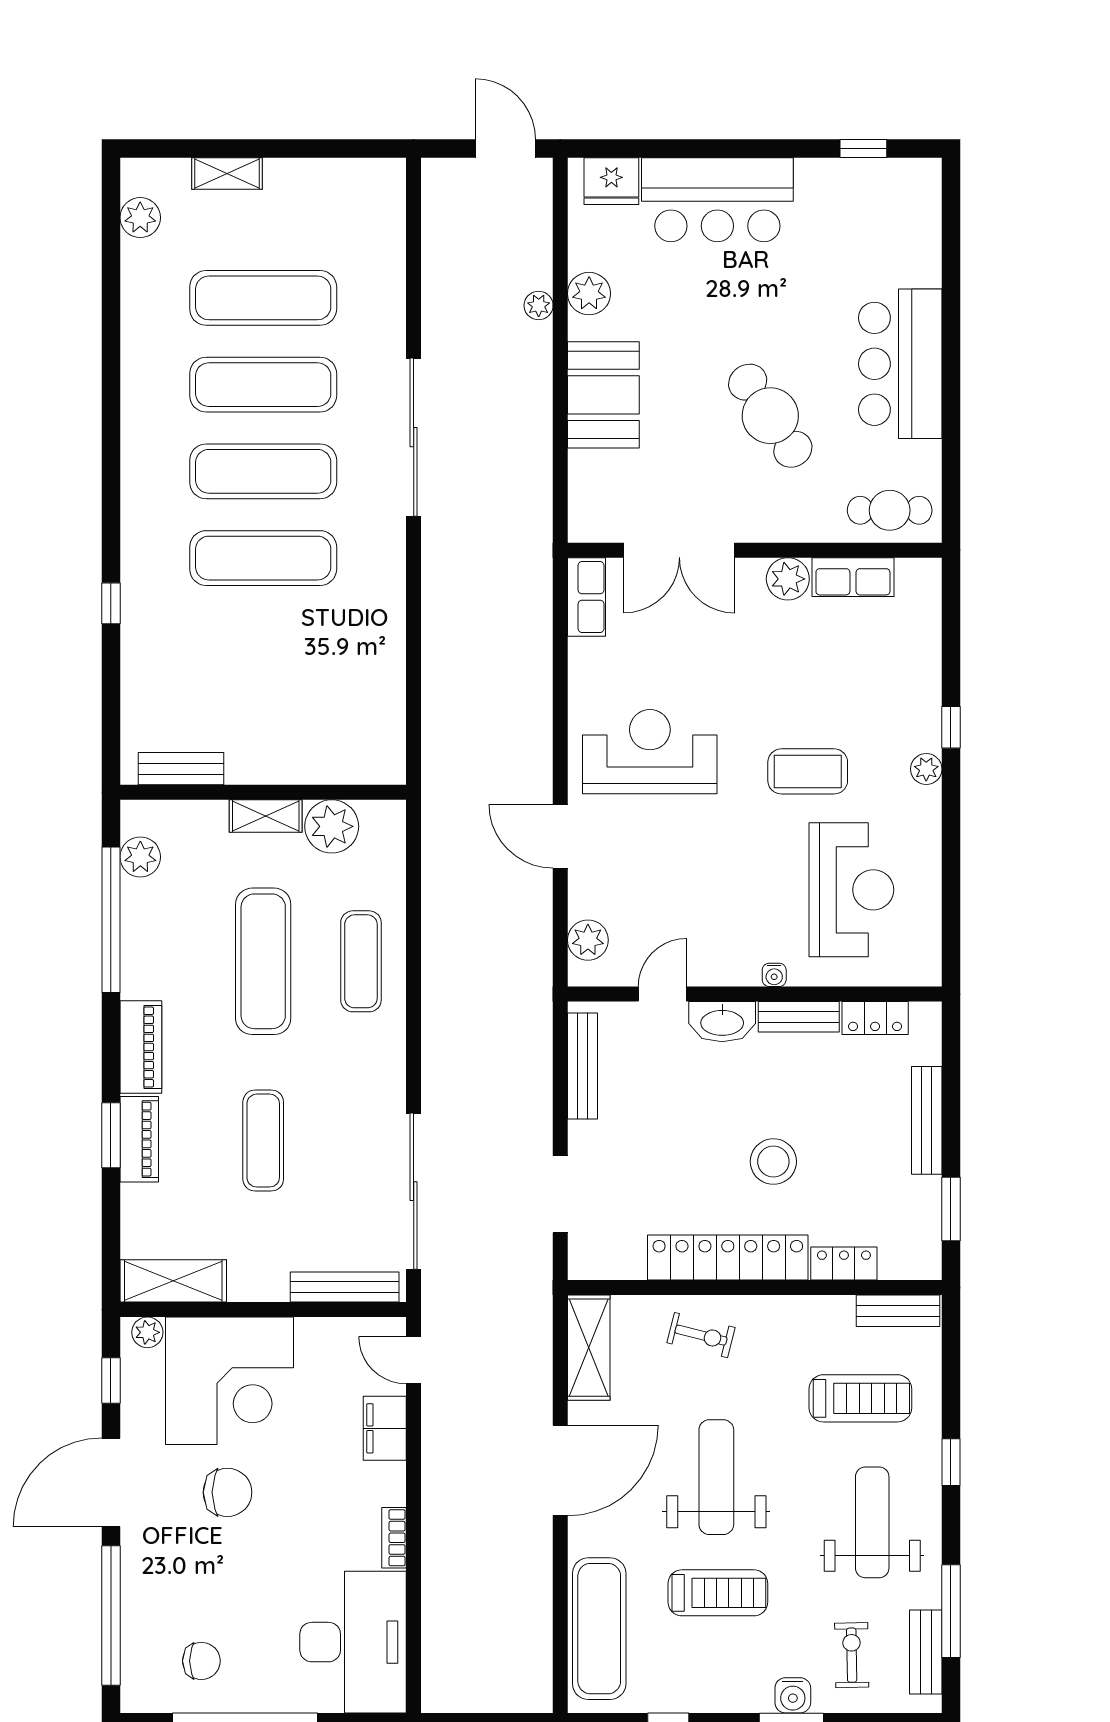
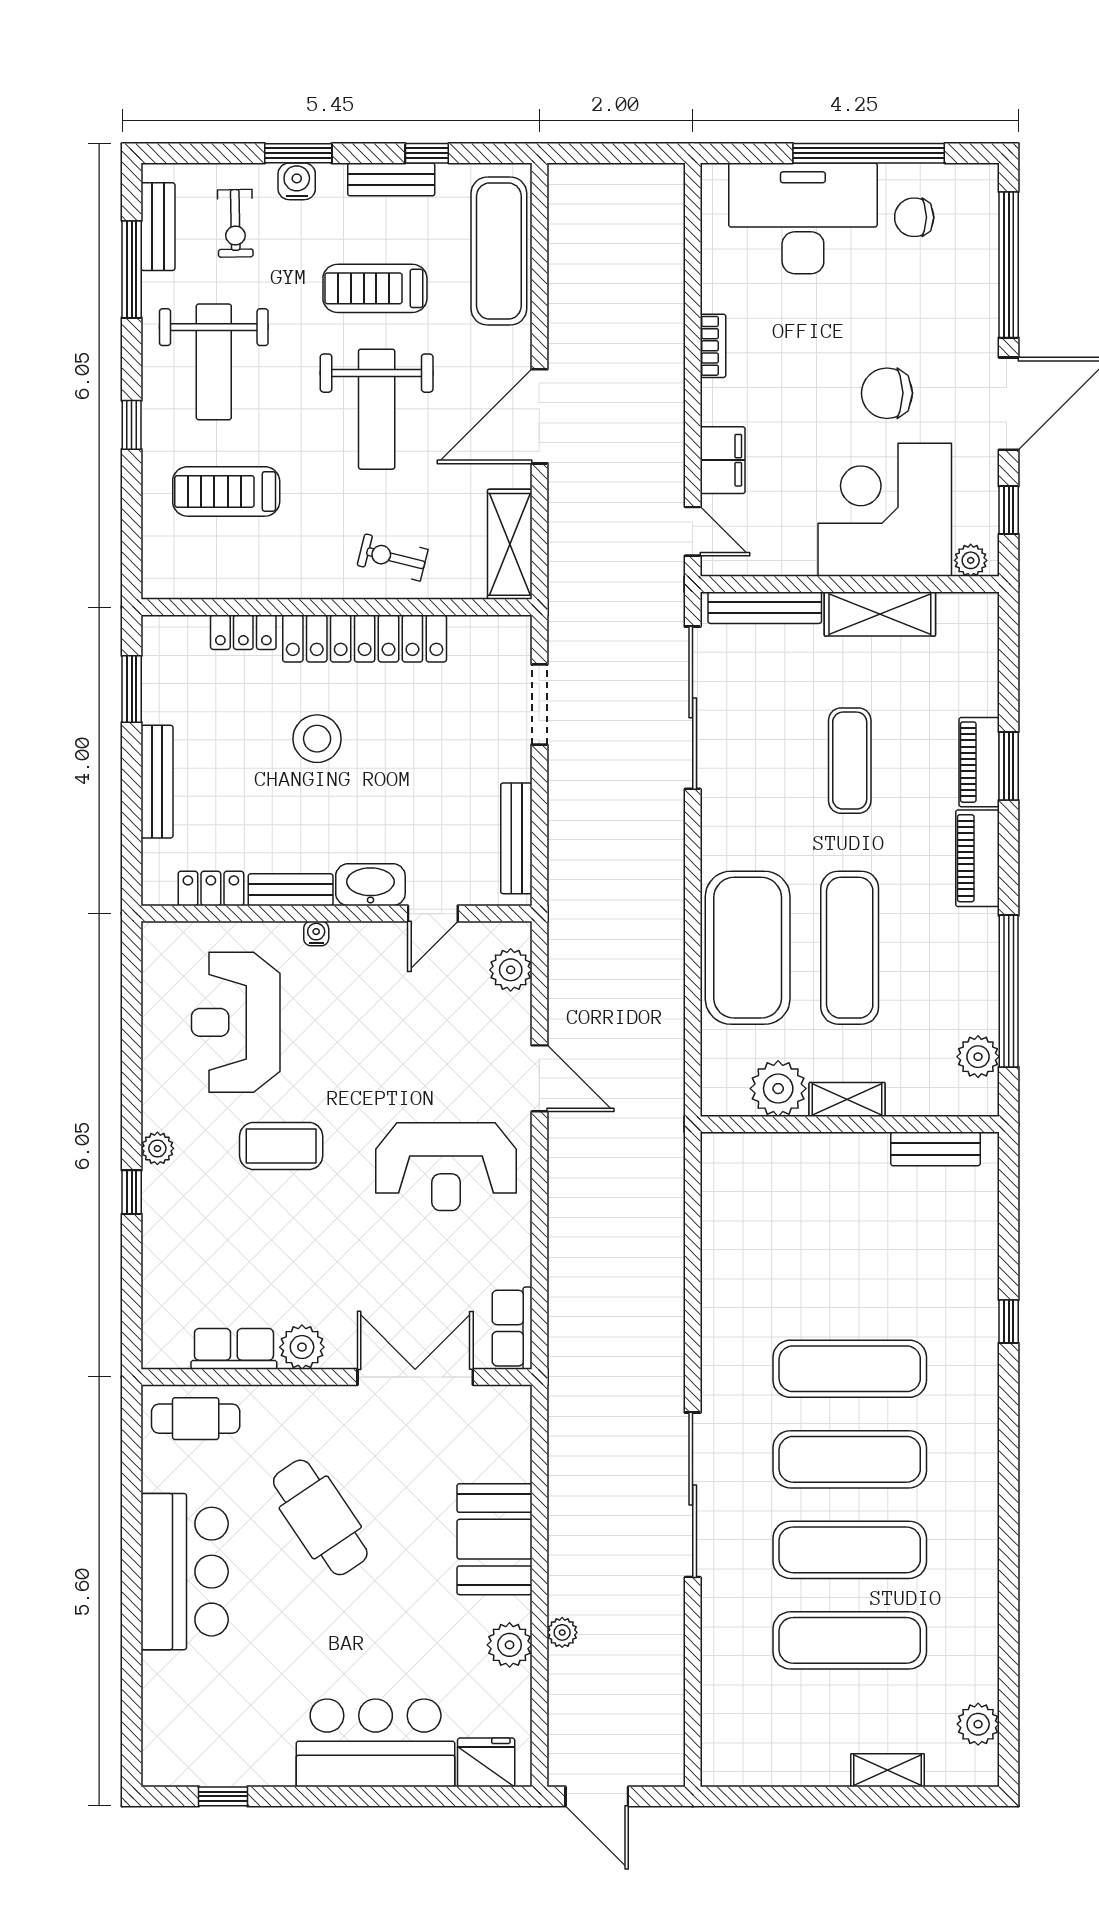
exercise mat: (361, 961) -> (748, 948), width x2.00, depth x1.45
shelving: (173, 1281) -> (880, 614), moved
bench: (898, 1311) -> (391, 179), moved
desk: (353, 1642) -> (803, 218), moved, turned 90

